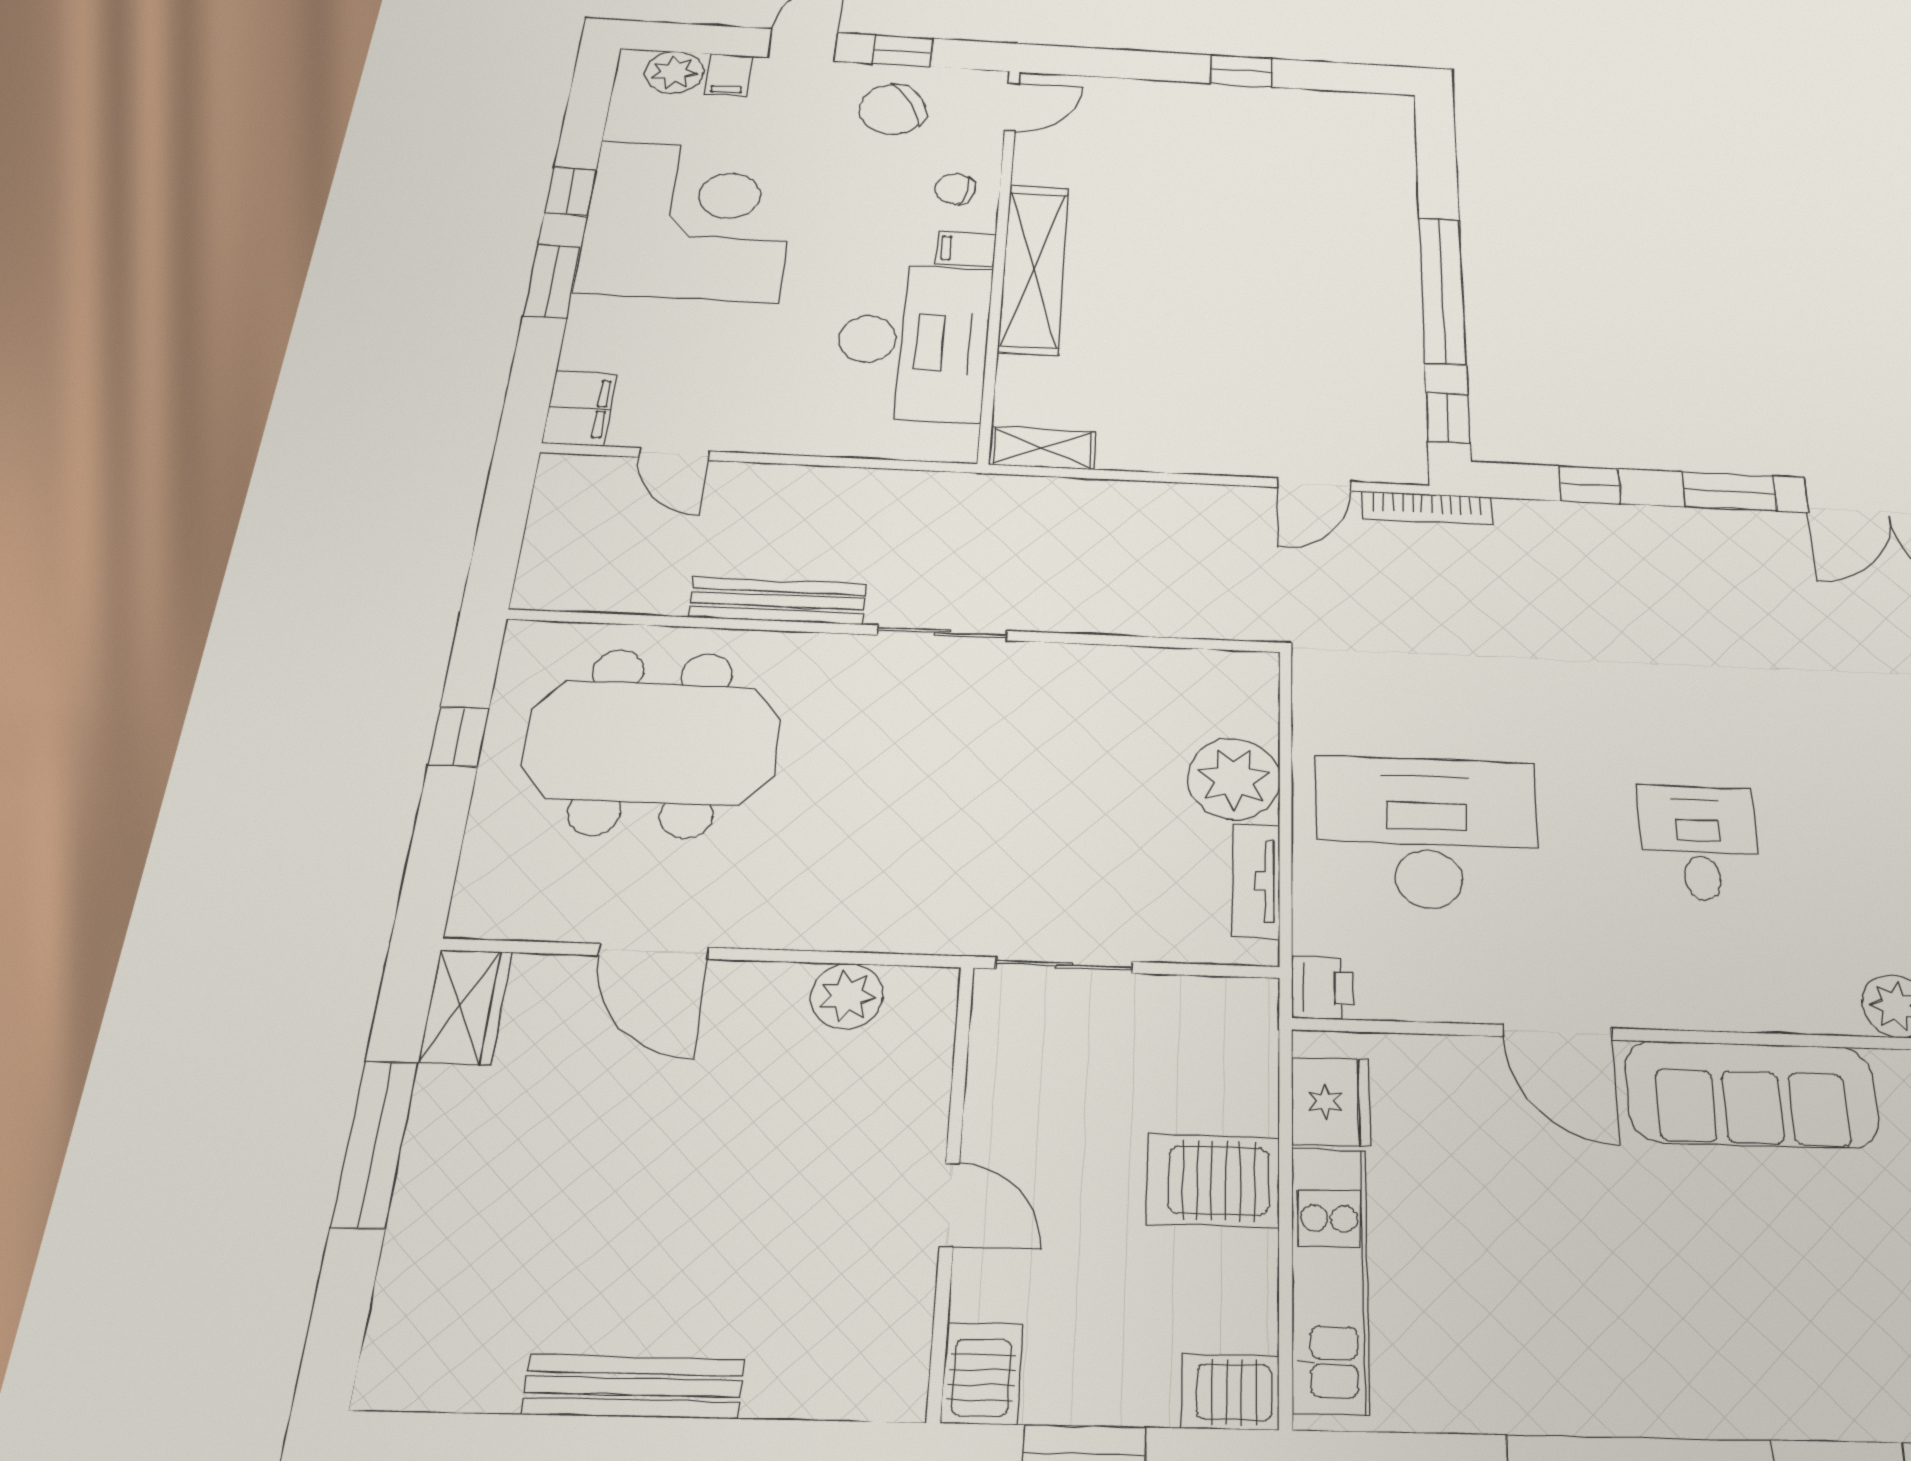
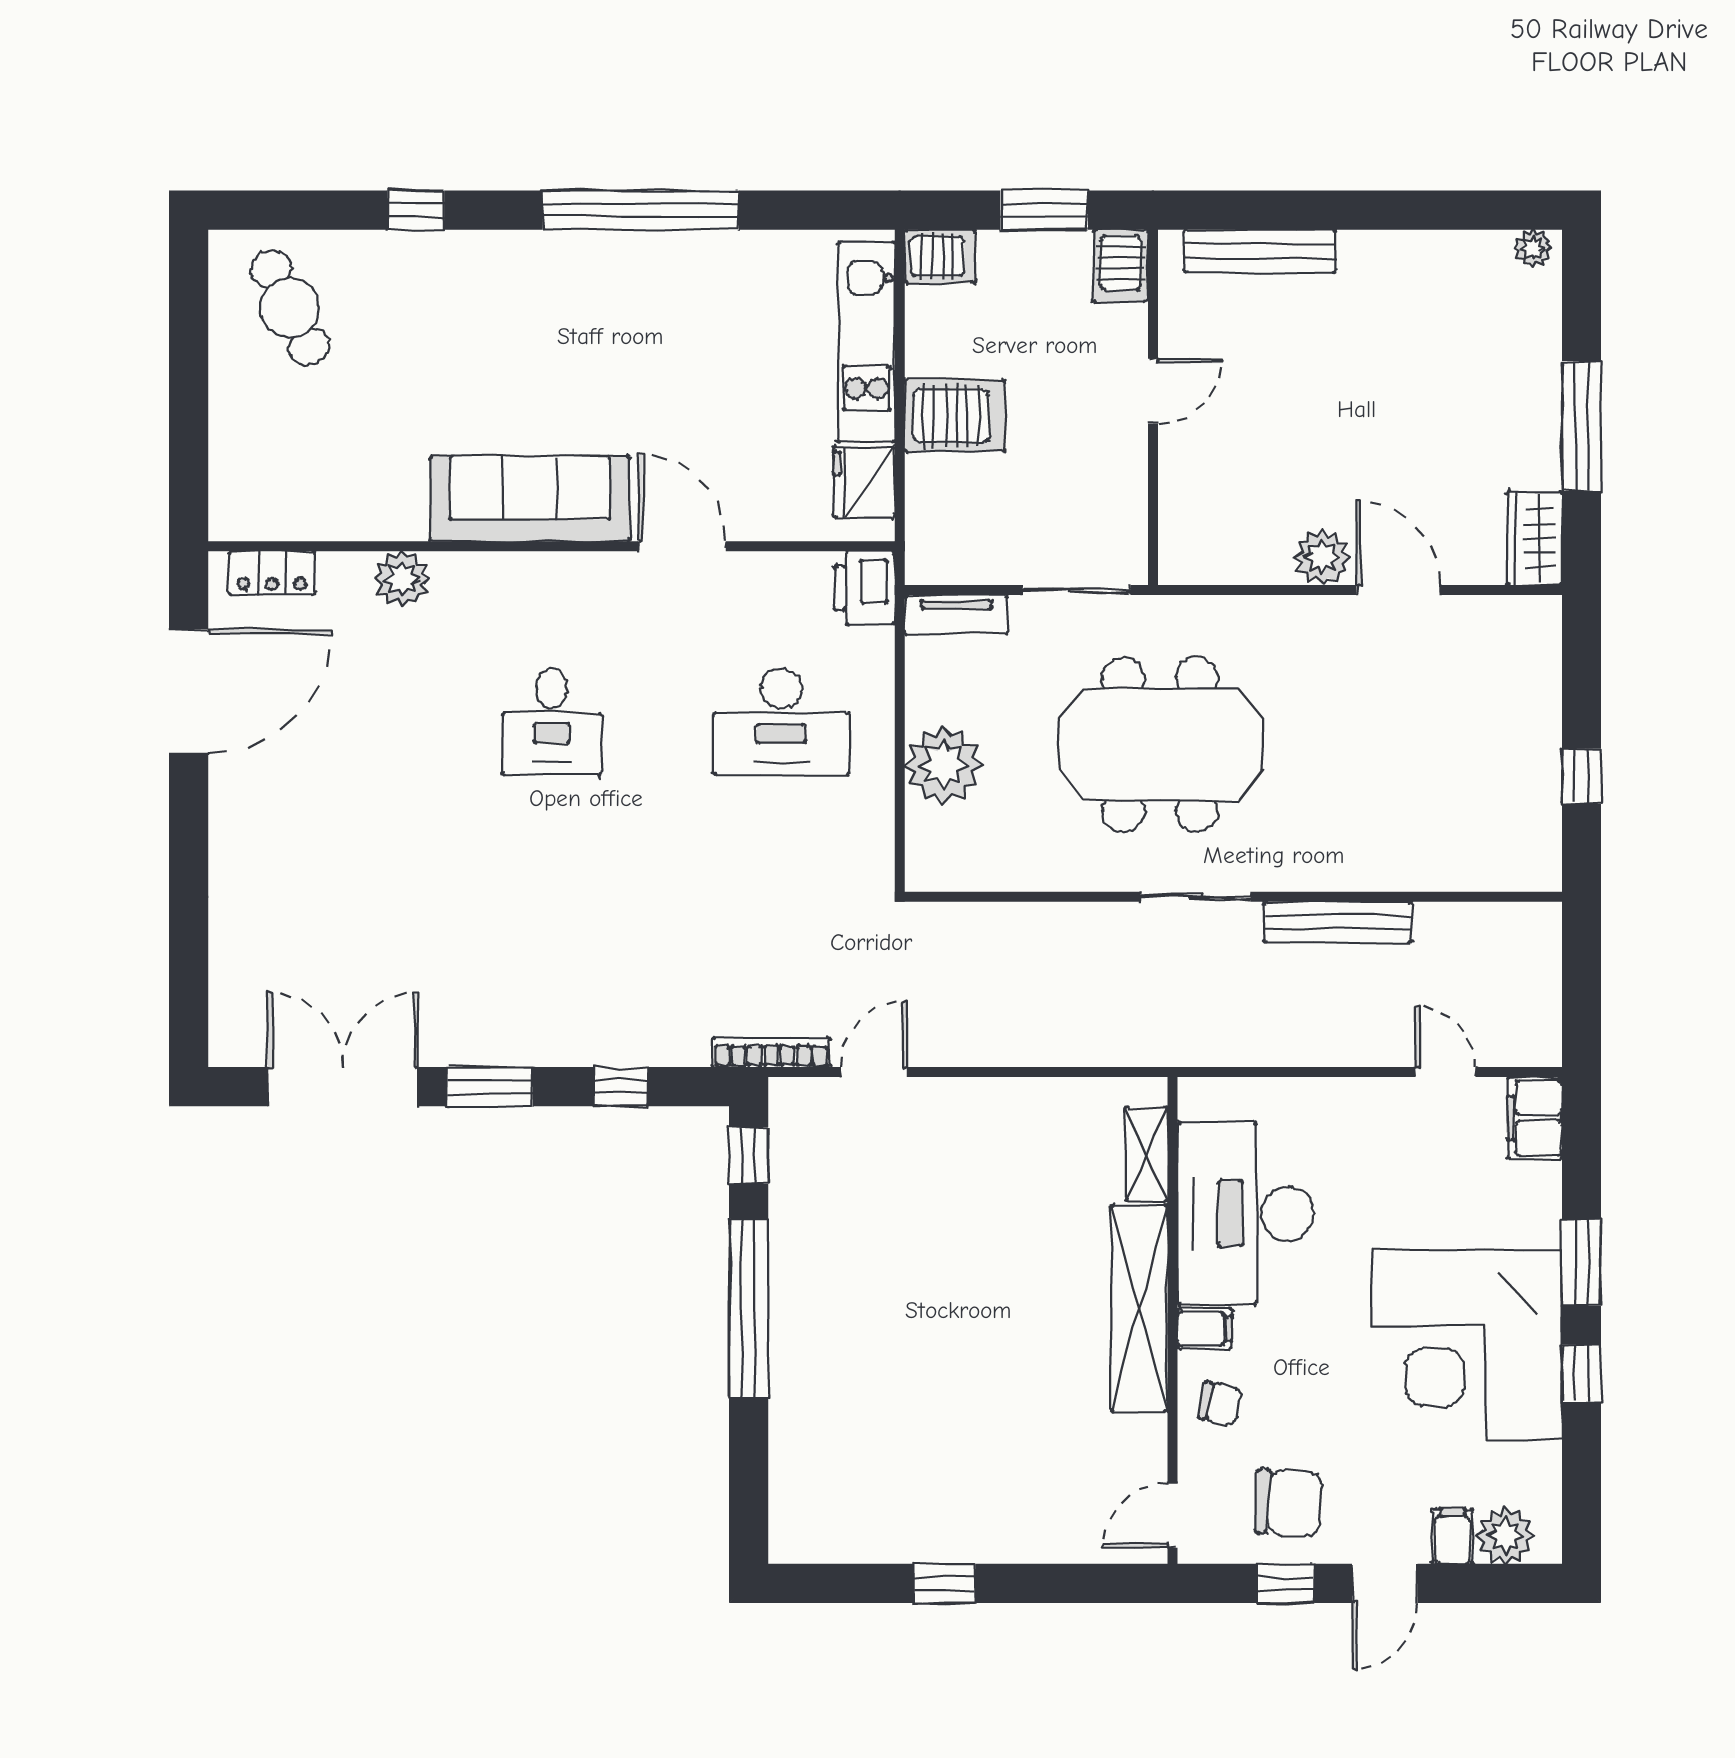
chair: (893, 110) -> (1289, 1503), turned 32
shelving: (1042, 448) -> (1146, 1154), moved, turned 90
meeting table: (652, 743) -> (1160, 745), moved
desk: (1427, 832) -> (781, 721), width x0.73, depth x0.77
tv unit: (1256, 881) -> (956, 615), moved, turned 90
printer: (1322, 988) -> (864, 588), width x1.36, depth x1.24
plant: (847, 996) -> (1322, 557), moved
door: (949, 1205) -> (1153, 391), swing flipped
plant: (396, 1386) -> (1533, 248), added
bench: (634, 1387) -> (1260, 251), moved

